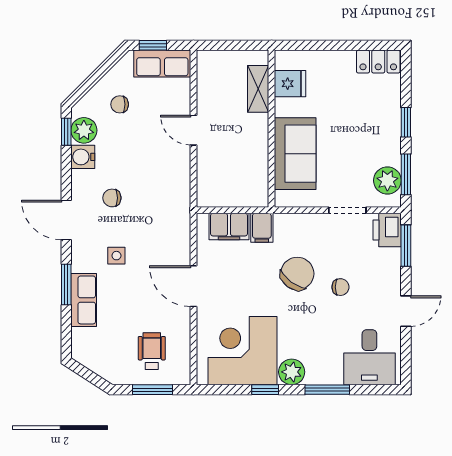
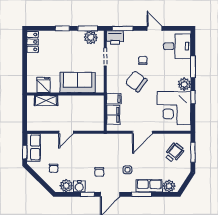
window: (66, 132) -> (87, 194), moved
plant: (83, 341) -> (169, 186), added
wheelchair: (152, 351) -> (174, 153), turned 129

